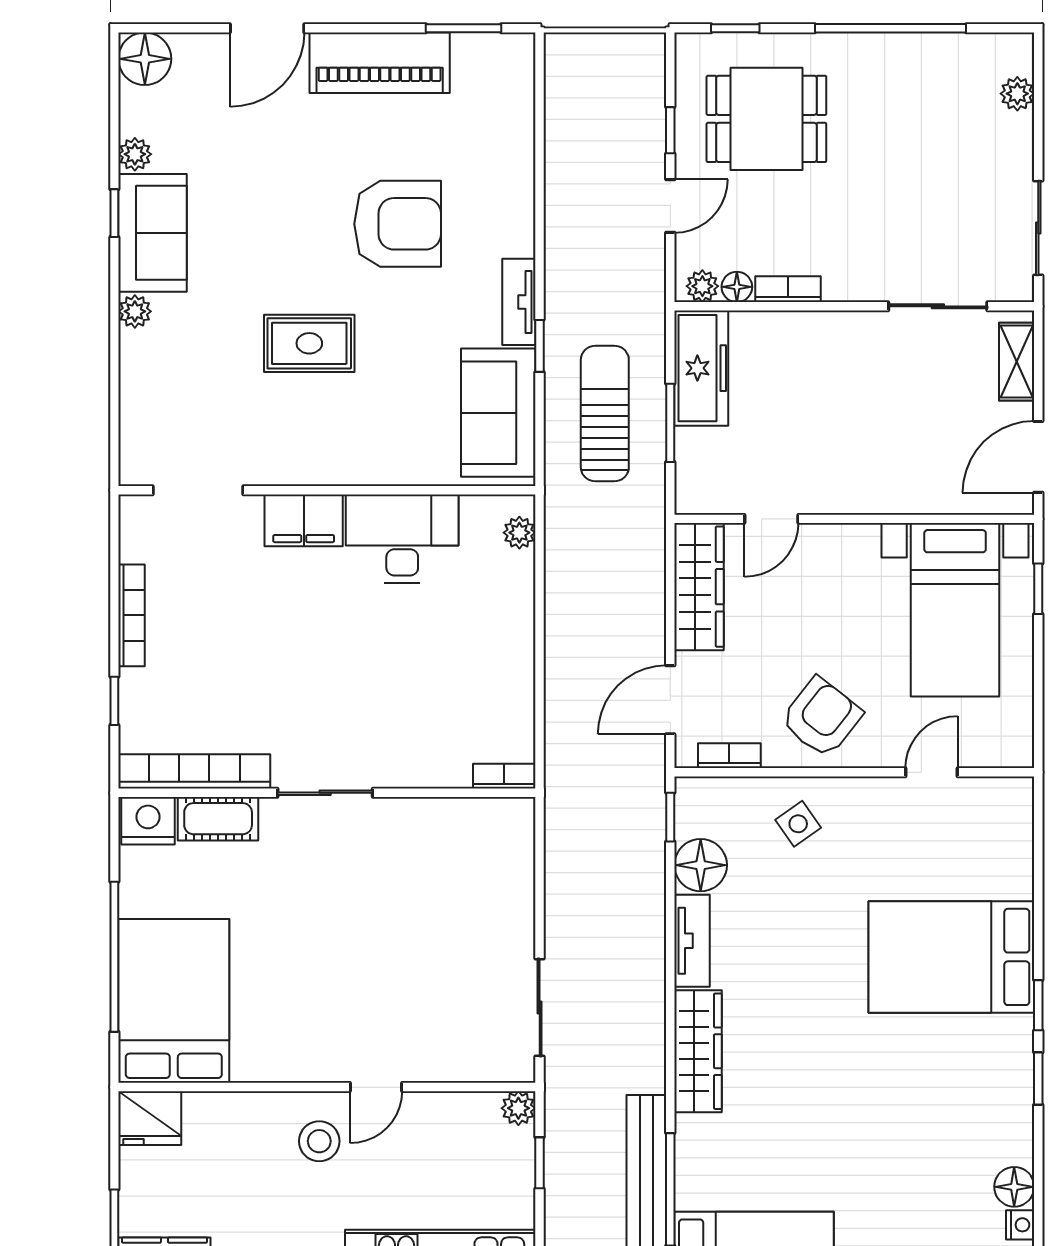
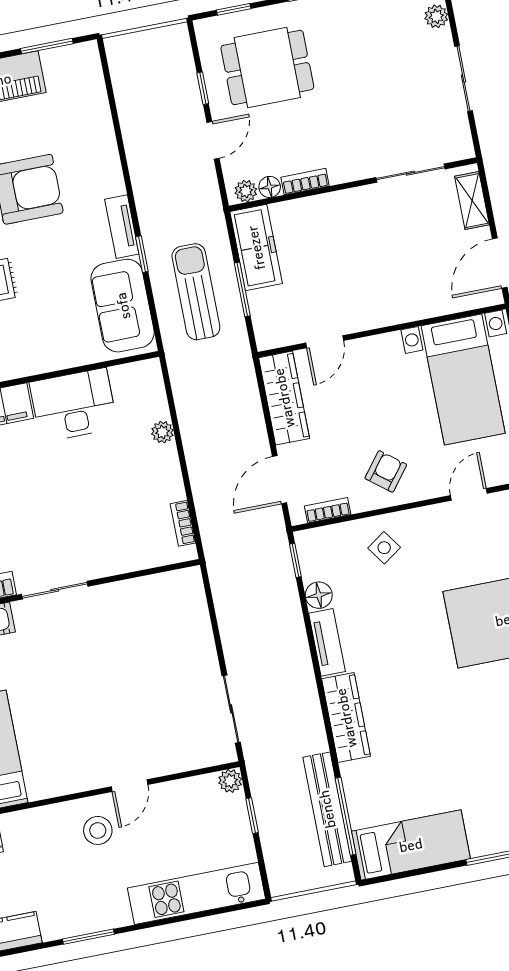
sliding door: (1038, 228) -> (463, 79), moved
plant: (519, 533) -> (162, 432), moved
armchair: (821, 717) -> (386, 471), width x0.72, depth x0.72
bookcase: (504, 776) -> (183, 523), moved, turned -90
floor lamp: (701, 865) -> (319, 595), width x0.73, depth x0.73

